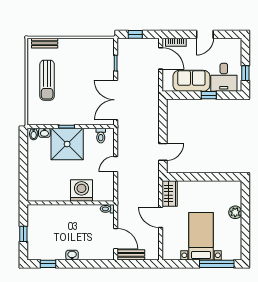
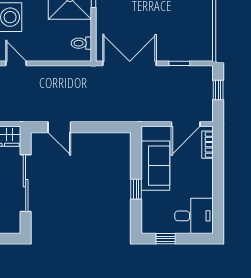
door: (205, 34) -> (218, 184), removed
desk: (224, 77) -> (194, 216), moved, turned 180
door: (116, 164) -> (16, 63), moved
sliding door: (204, 177) -> (26, 183), added

